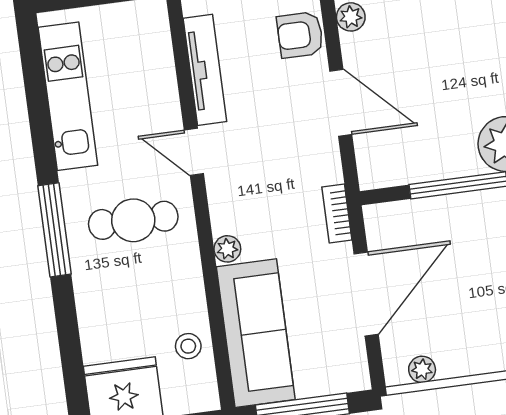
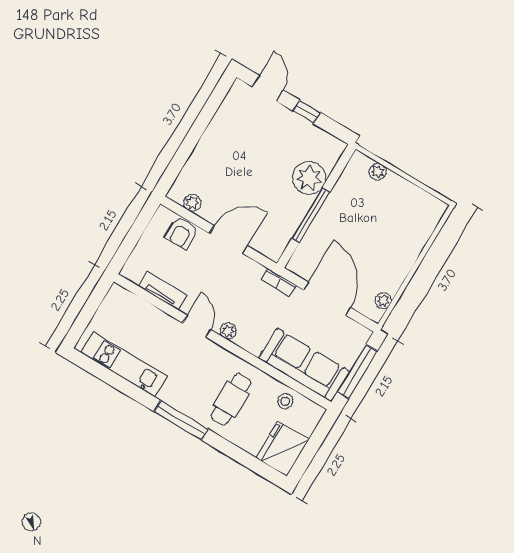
tv unit: (205, 70) -> (163, 291), width x0.71
door: (194, 152) -> (197, 326), swing flipped
cafe table: (133, 220) -> (231, 399), moved
plant: (227, 249) -> (228, 331), moved

